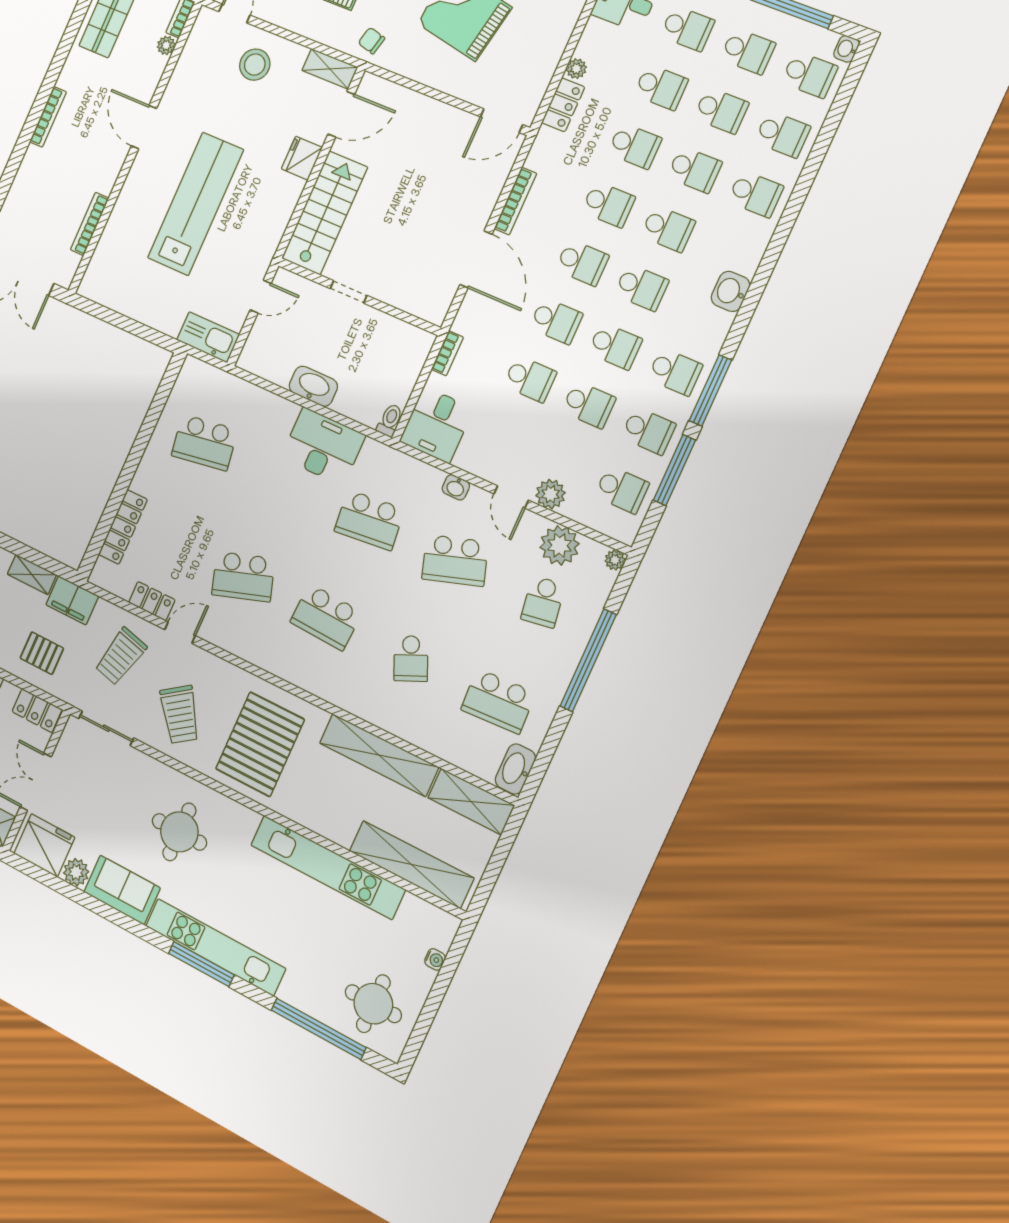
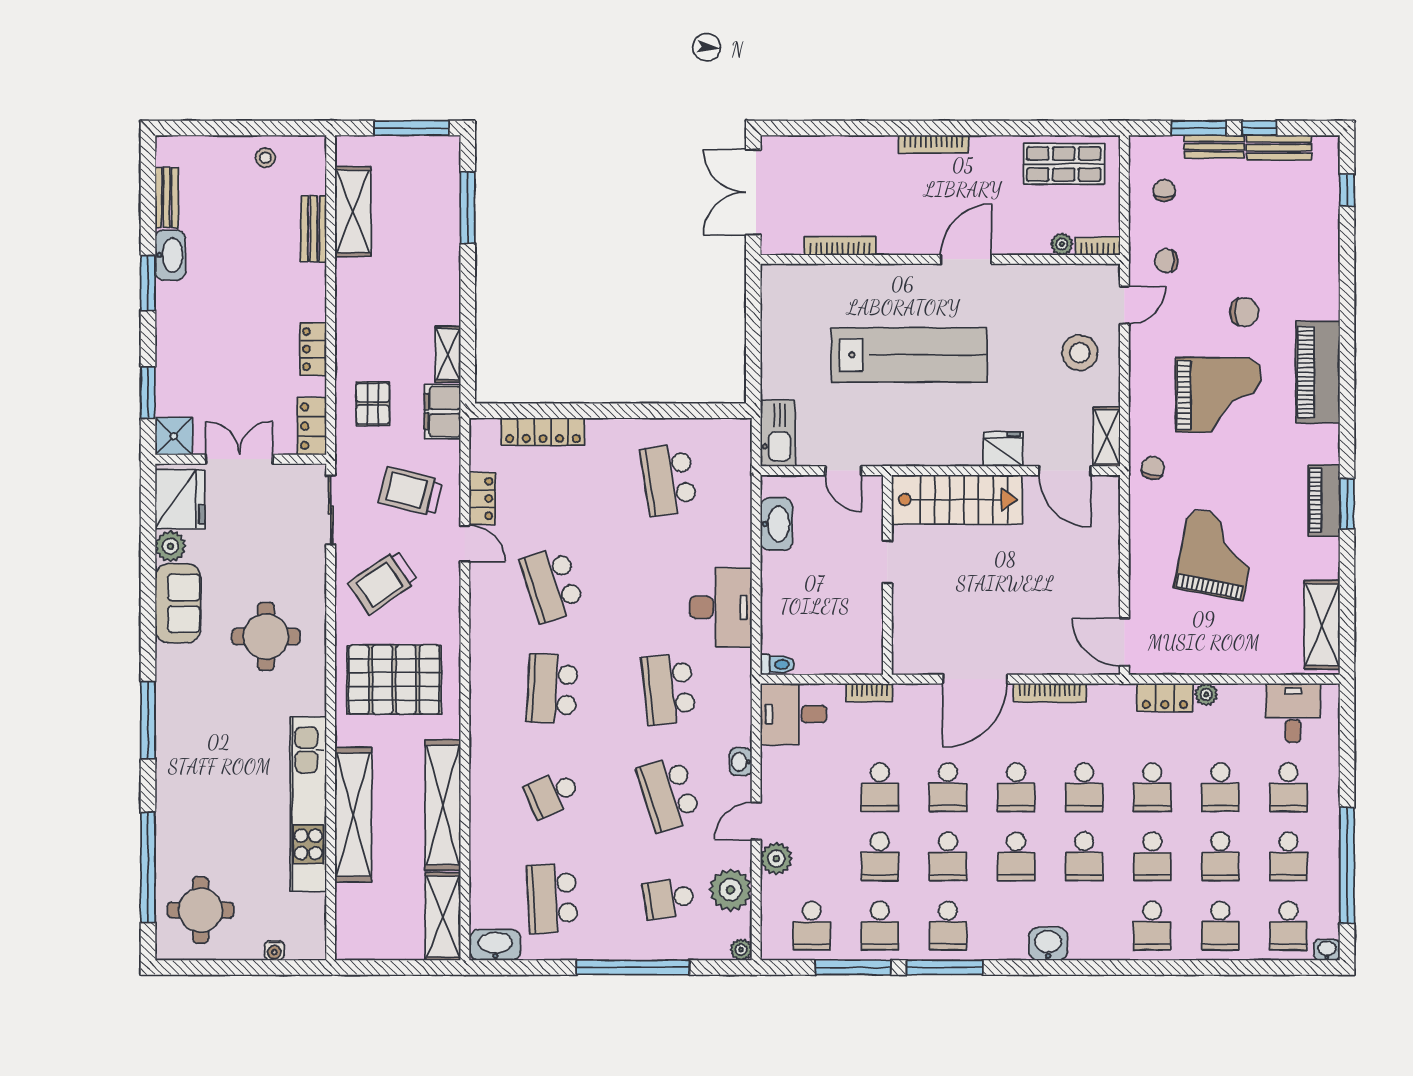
washbasin: (313, 386) -> (776, 524), moved
shelving: (411, 864) -> (353, 815), moved
kitchen unit: (215, 947) -> (172, 727), removed

